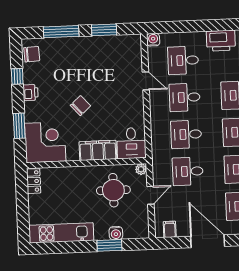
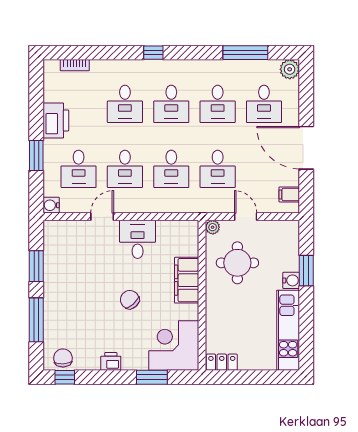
window: (192, 26) -> (36, 156), added
window: (17, 76) -> (65, 377), moved
desk: (131, 143) -> (138, 239), moved, turned -90
water cooler: (116, 233) -> (291, 280), moved
door: (208, 241) -> (306, 148), hinge flipped

